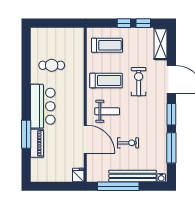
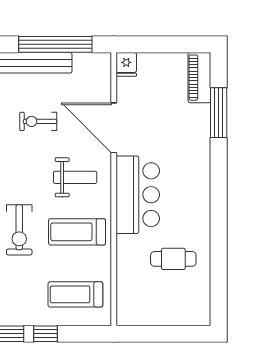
bar counter: (43, 106) -> (138, 195), moved, turned 180
weight bench: (107, 111) -> (75, 177), turned 180
window: (26, 134) -> (219, 113), moved
piano: (37, 143) -> (199, 78), moved

